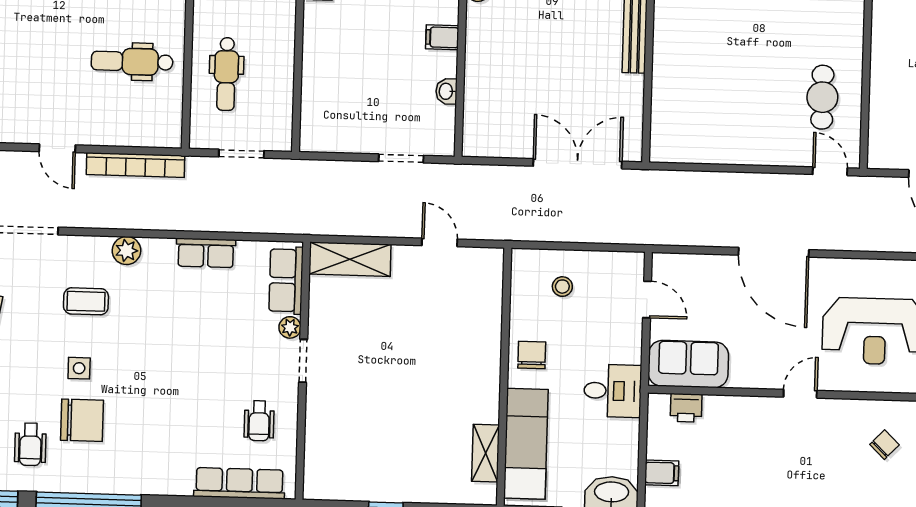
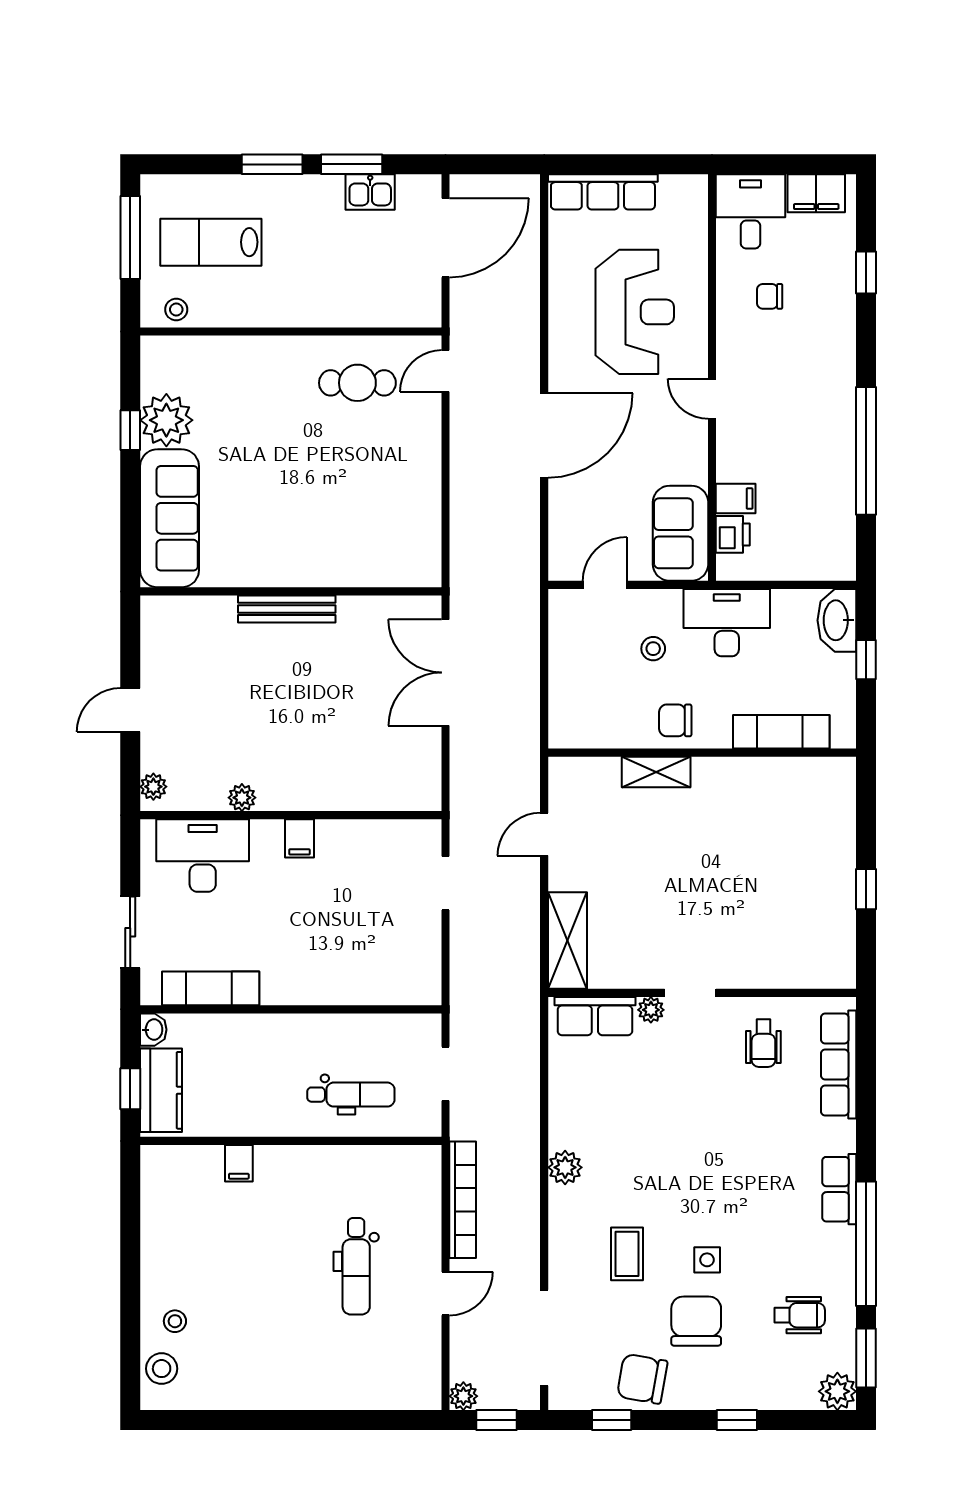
dental chair: (132, 62) -> (356, 1266), moved
washbasin: (446, 91) -> (364, 831), removed
plant: (126, 251) -> (565, 1167), moved
row of seats: (206, 253) -> (839, 1189), moved, turned 180
stool: (562, 287) -> (653, 649), moved
desk: (613, 391) -> (727, 623), width x1.37
chair: (82, 420) -> (696, 1321), moved
wheelchair: (259, 421) -> (763, 1043), turned 90
exam couch: (526, 444) -> (781, 732), width x0.73, depth x0.69
chair: (885, 445) -> (770, 296), turned -44
shelving: (486, 453) -> (656, 772), moved
filing cabinet: (662, 473) -> (736, 499), moved, turned 90

